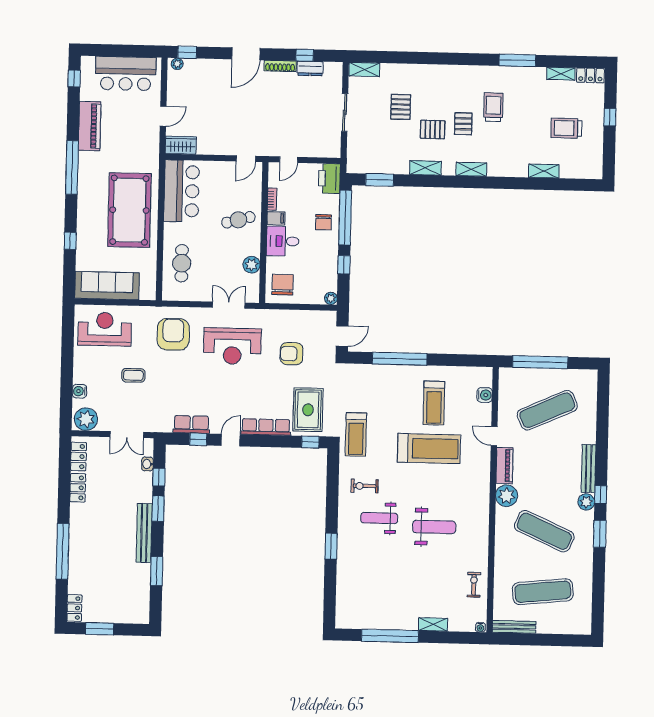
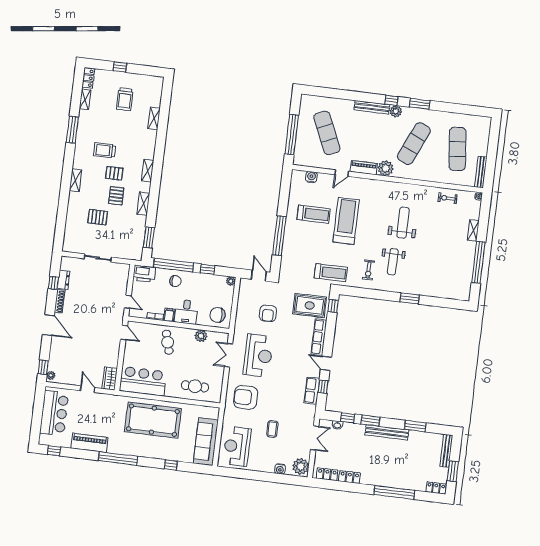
shelving: (364, 69) -> (75, 180), moved
bench: (127, 617) -> (446, 451), added

